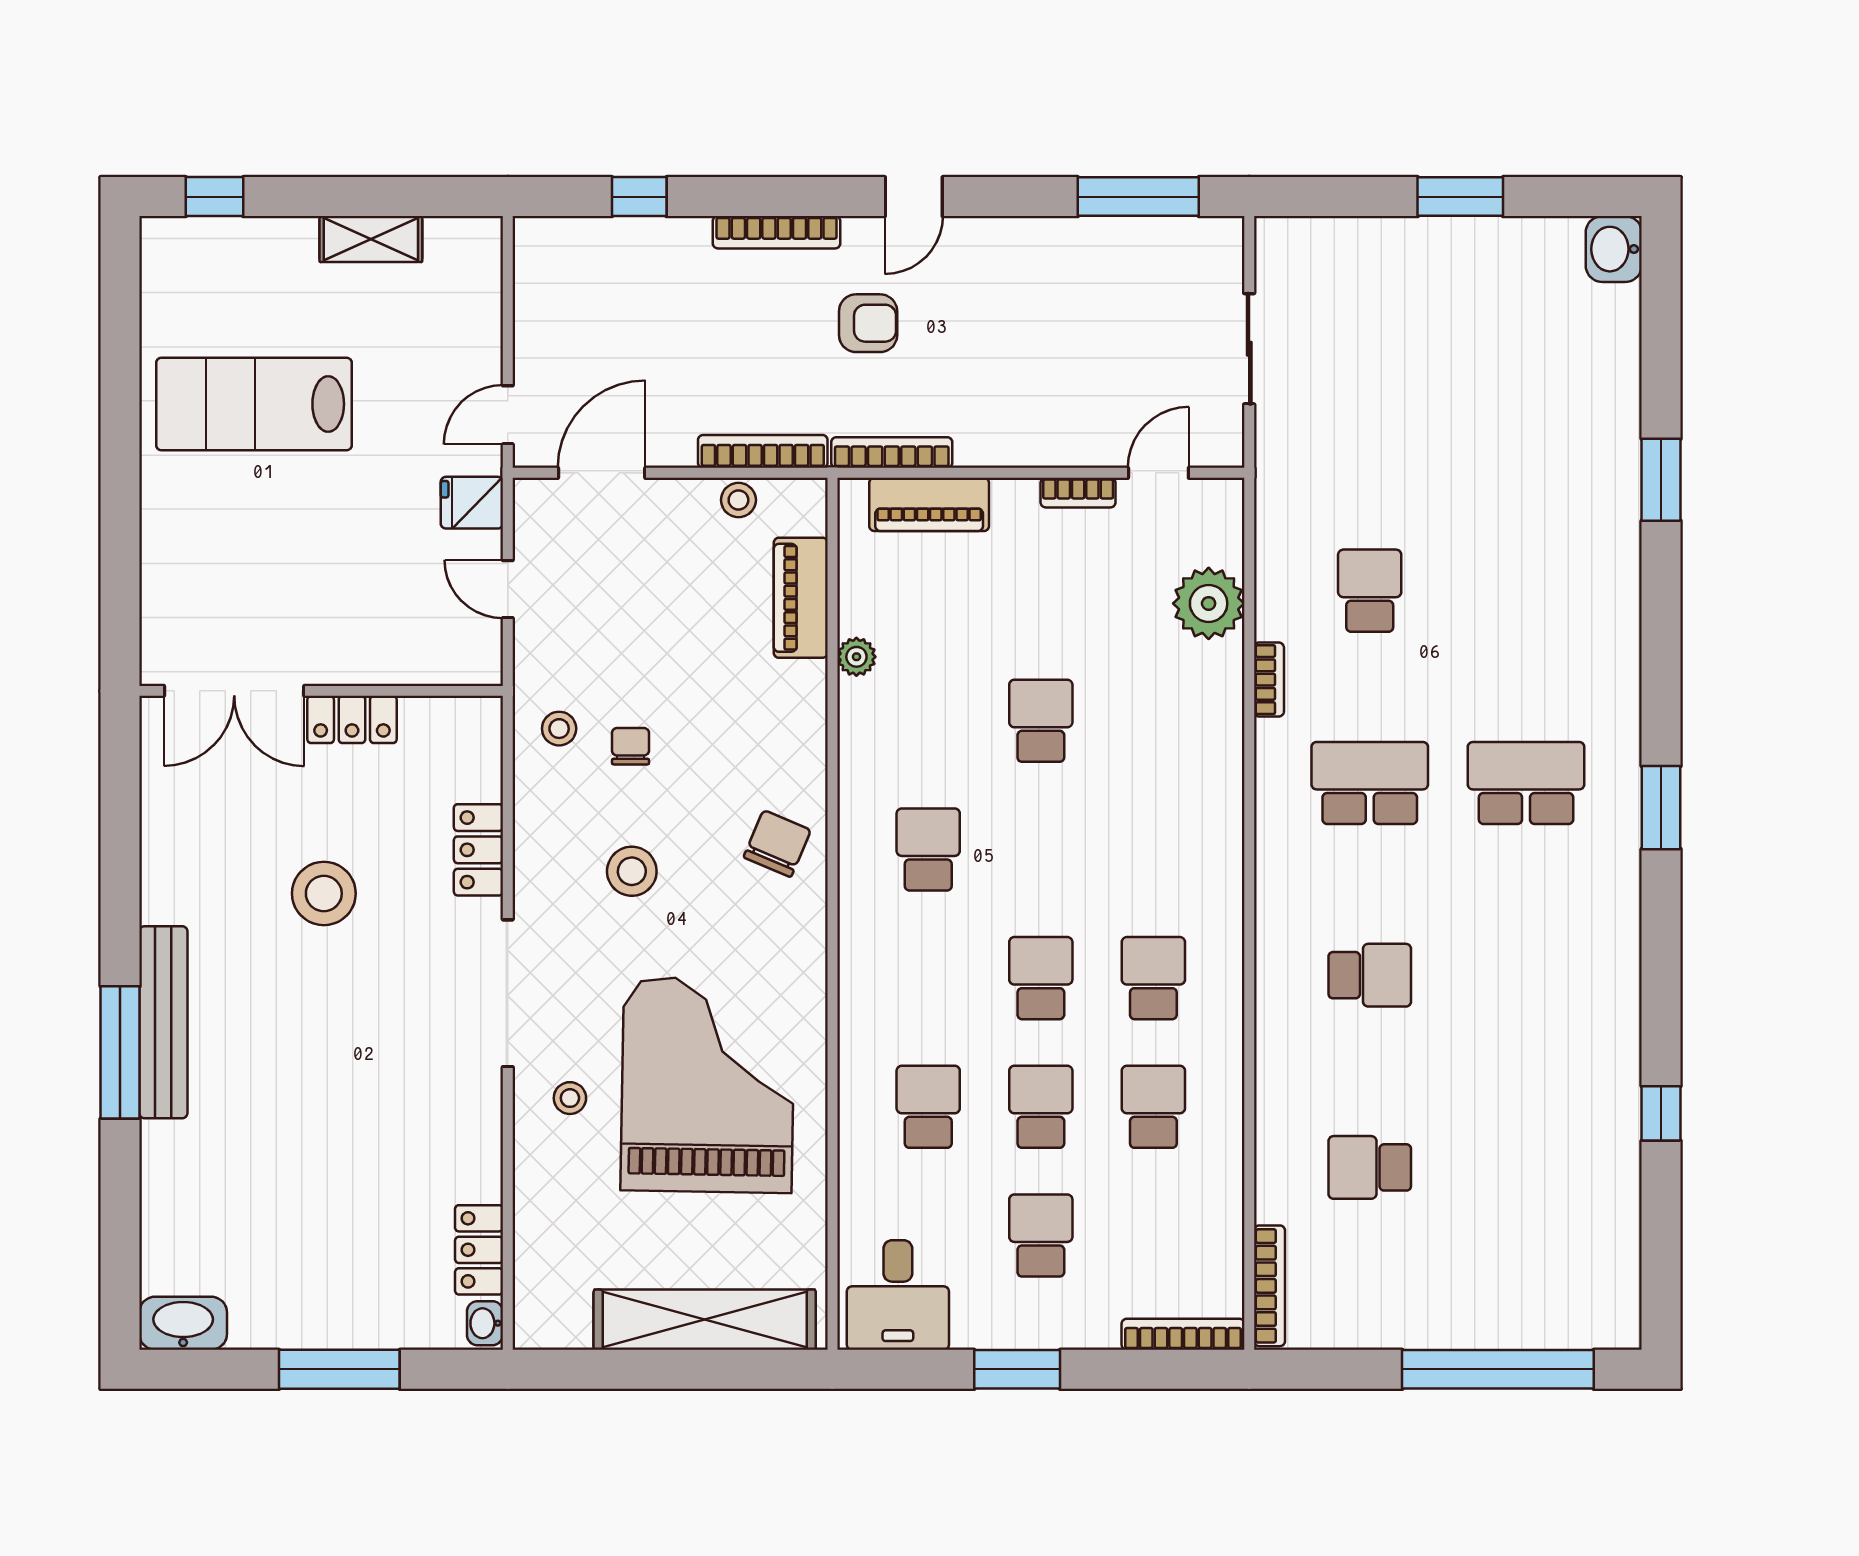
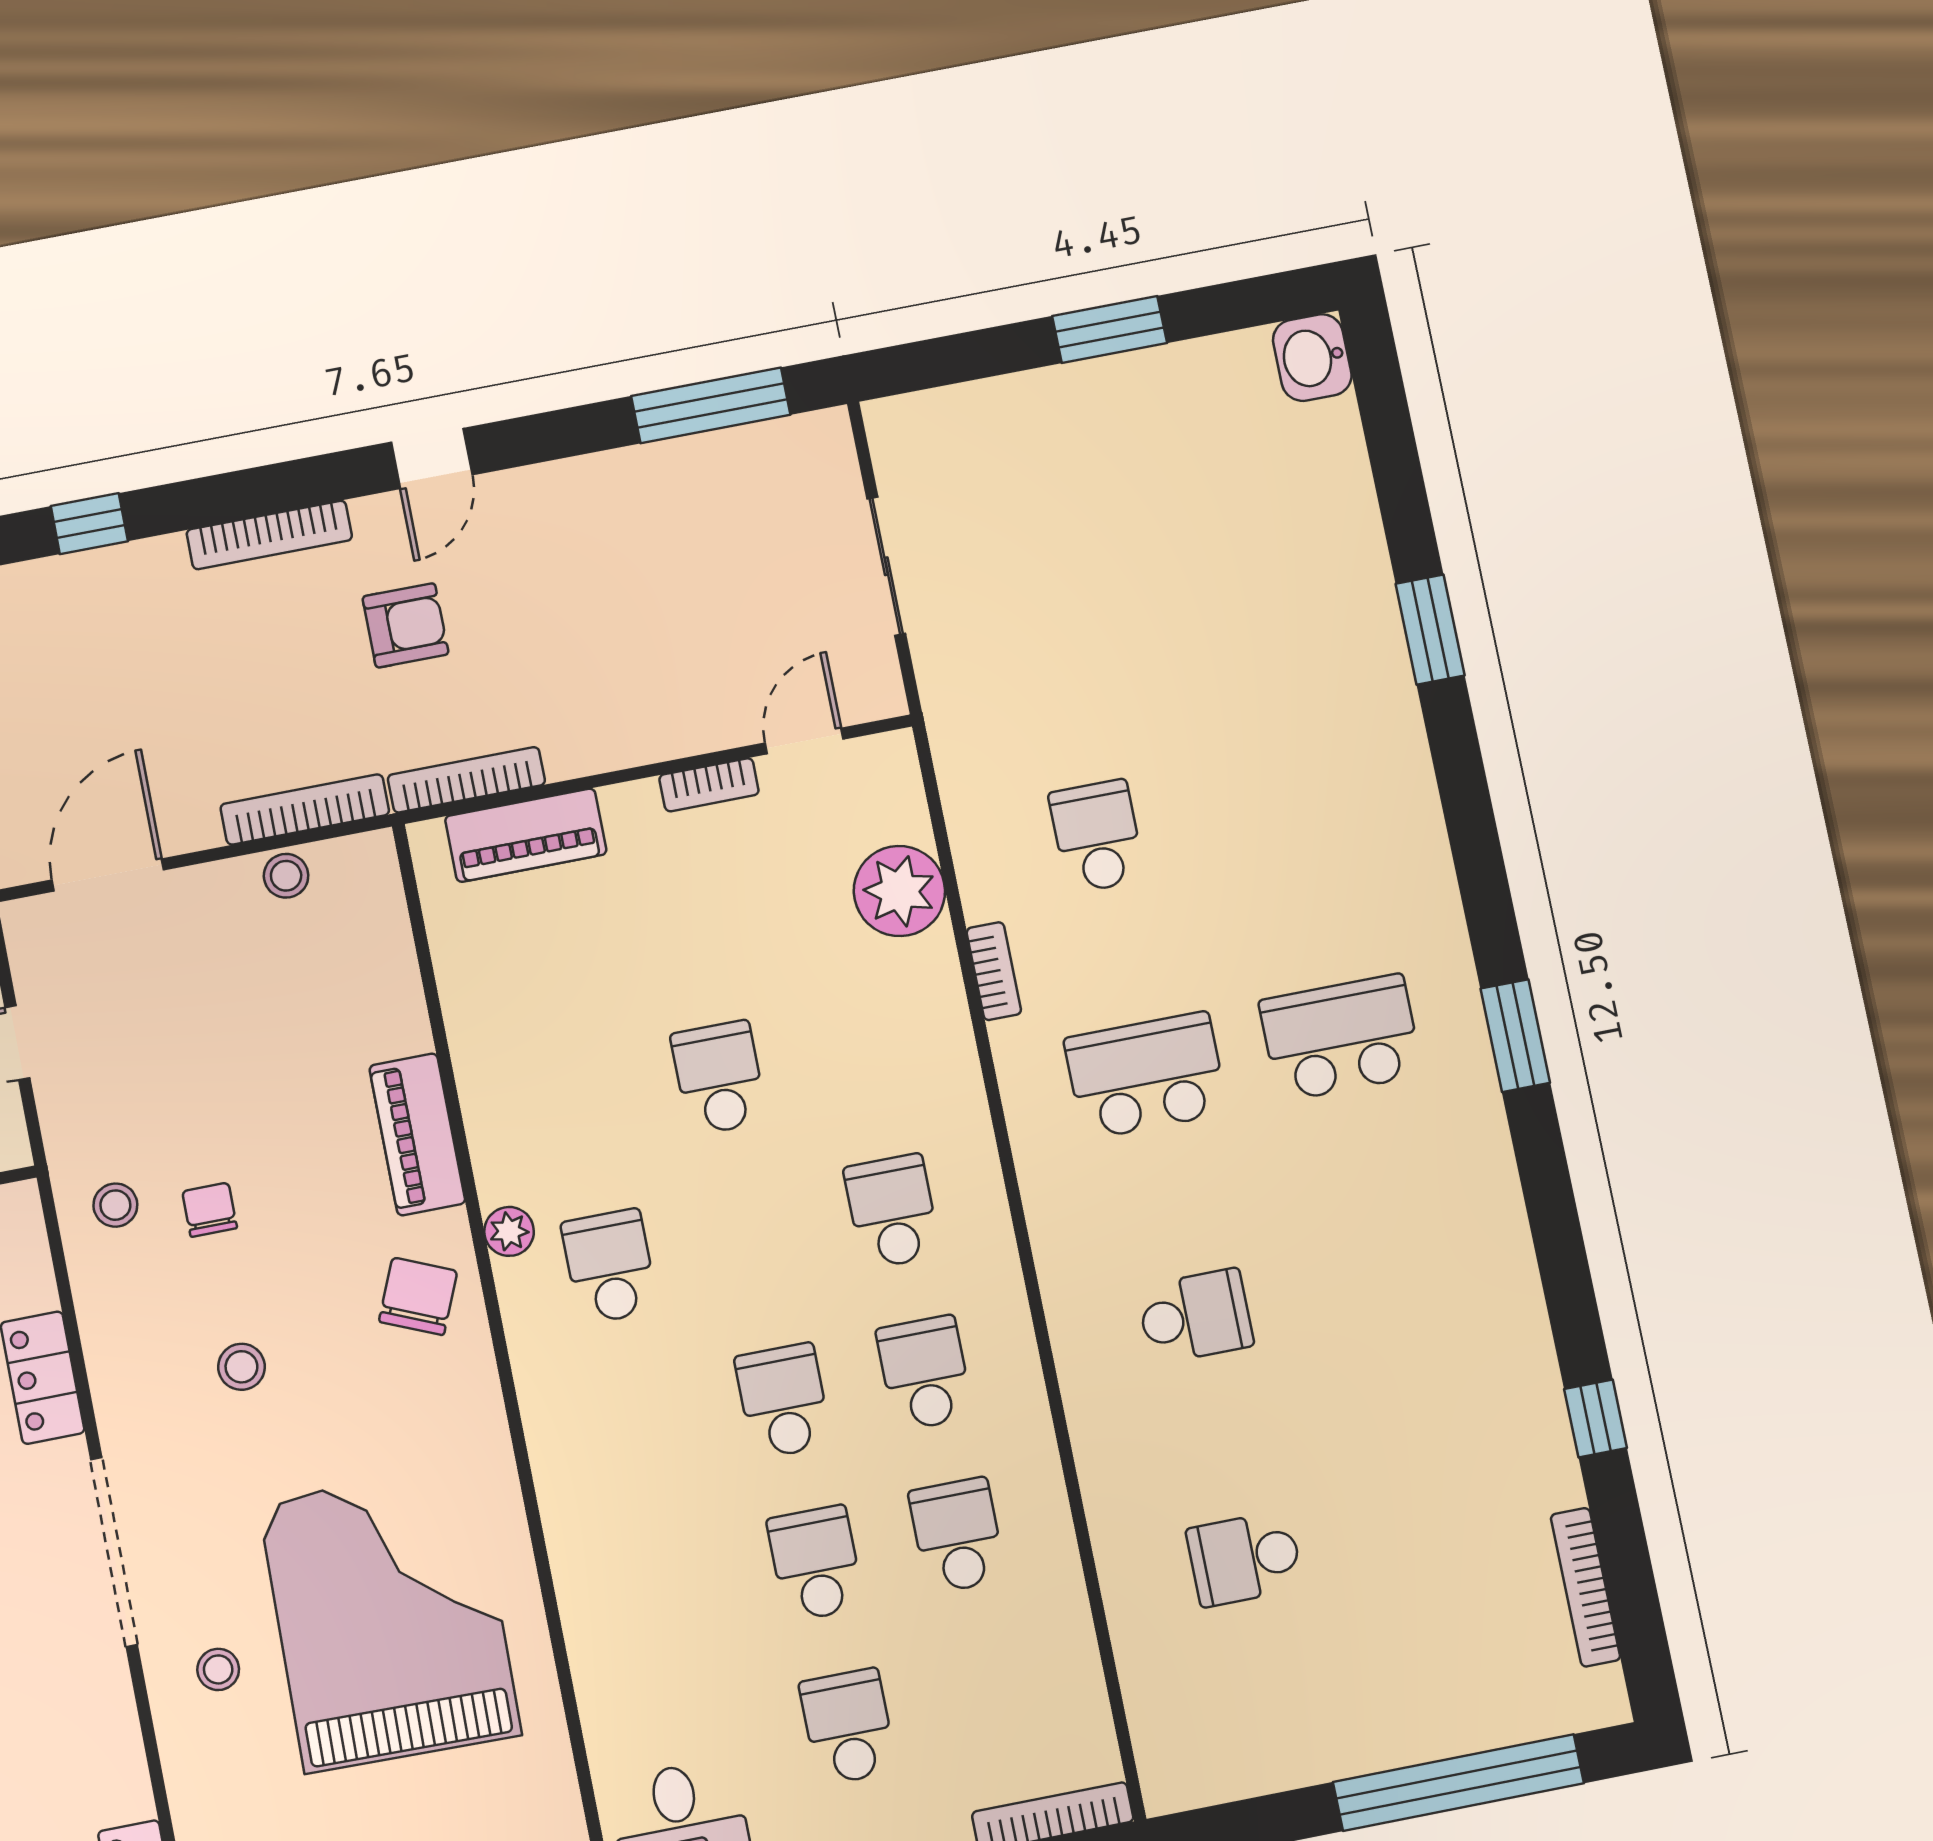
piano: (801, 598) -> (417, 1134), moved
plant: (856, 657) -> (509, 1231), moved
stool: (632, 871) -> (241, 1367), width x0.73, depth x0.73
school desk: (928, 1107) -> (892, 1211), moved
bookcase: (1270, 1286) -> (1585, 1587), moved, turned 180

